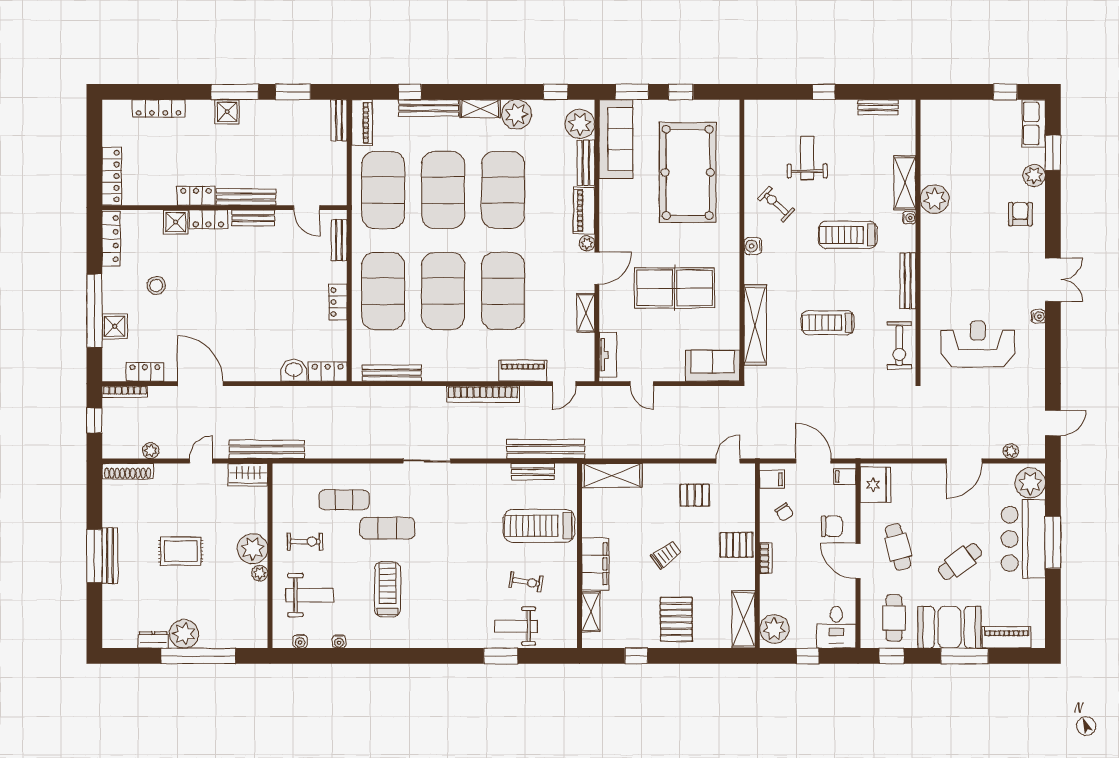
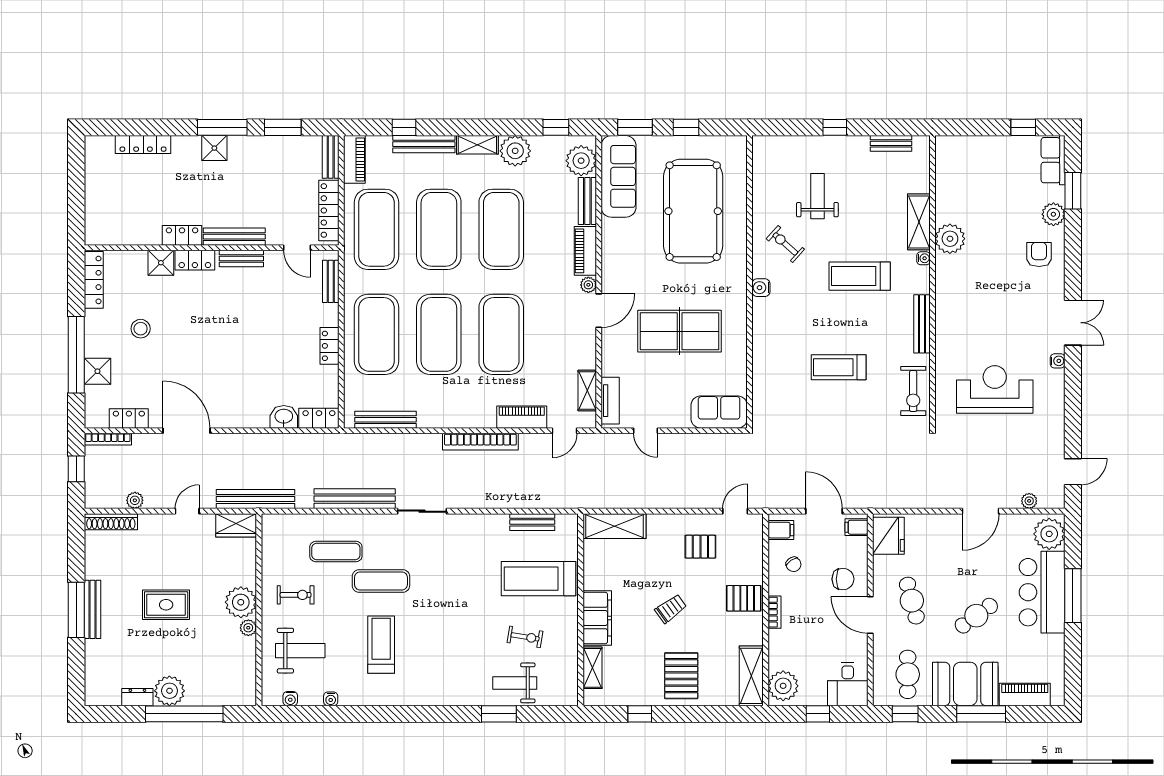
locker: (112, 176) -> (329, 210), moved, turned 180
shelving: (586, 313) -> (587, 390), moved
shelving: (755, 325) -> (763, 370), removed
bench: (546, 449) -> (355, 499), moved

